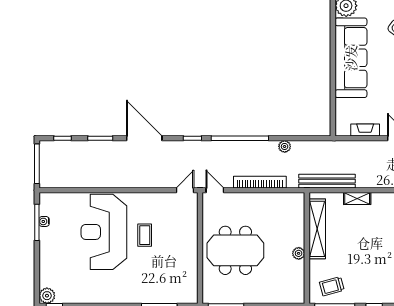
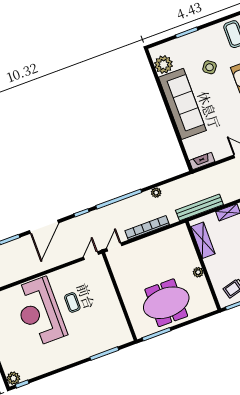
fireplace: (365, 130) -> (202, 161), moved
door: (144, 138) -> (44, 227), swing flipped
door: (215, 190) -> (114, 247), hinge flipped
shelving: (317, 229) -> (203, 240), width x0.68
meeting table: (235, 250) -> (166, 303), moved

